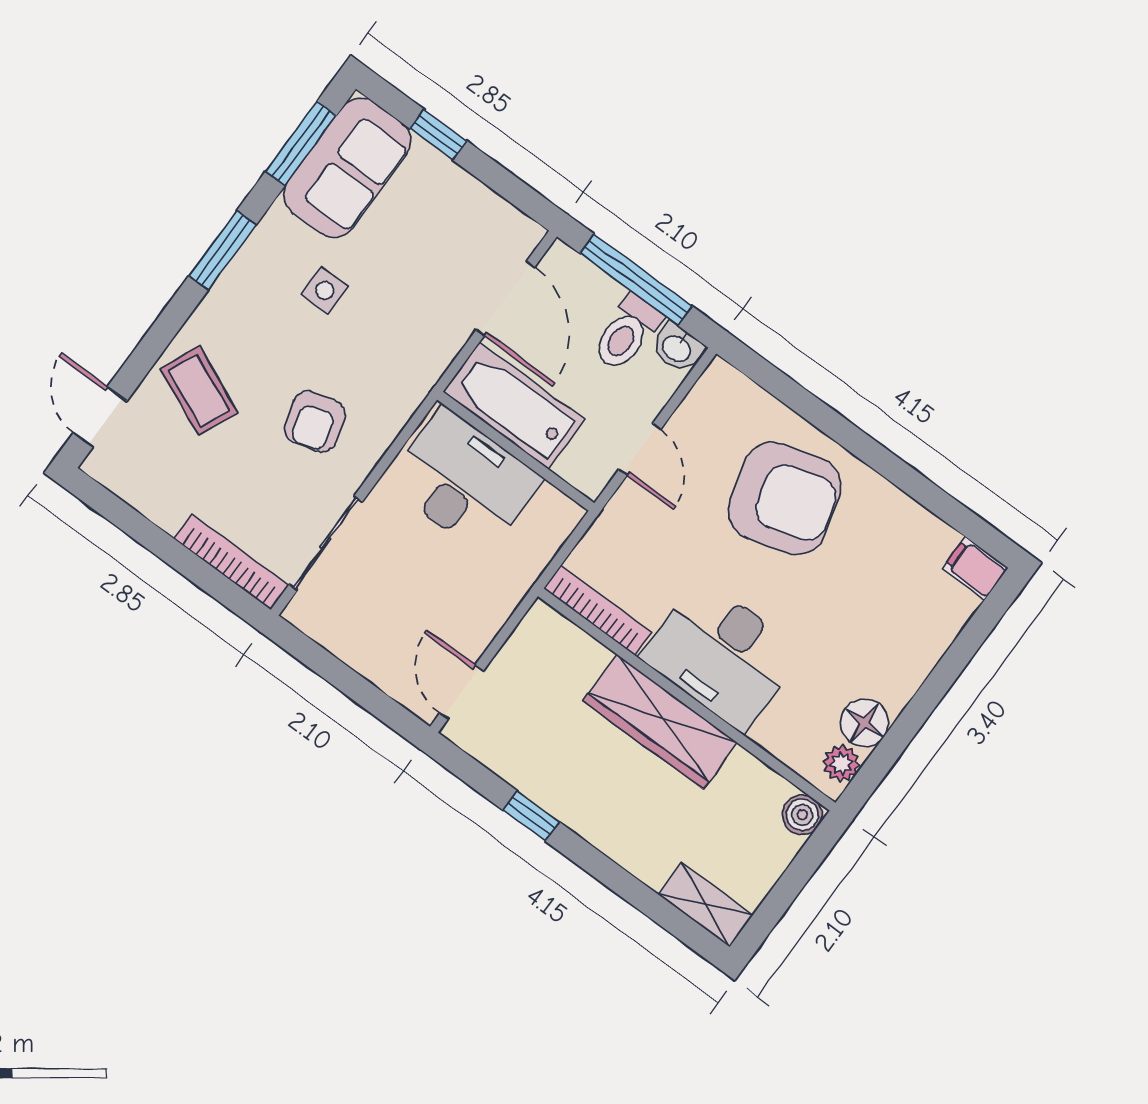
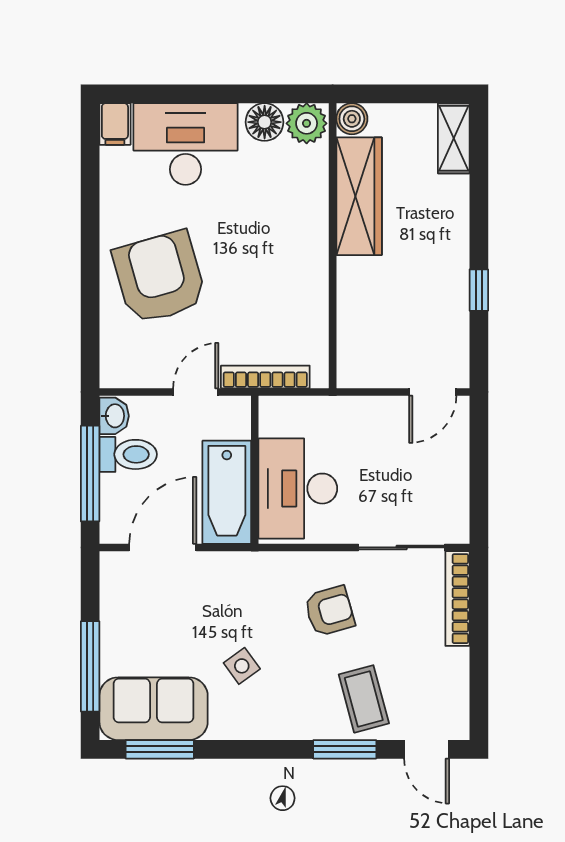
window: (438, 135) -> (90, 666), width x2.17
window: (222, 250) -> (345, 749), moved
side table: (325, 290) -> (242, 666), turned -36
coffee table: (199, 391) -> (364, 699), turned -39
door: (100, 417) -> (427, 749), hinge flipped
bookcase: (597, 610) -> (265, 377), moved, turned 90
desk: (721, 655) -> (186, 144), moved, turned -90
wardrobe: (660, 722) -> (359, 196), moved
plant: (841, 763) -> (307, 123), width x1.38, depth x1.38

